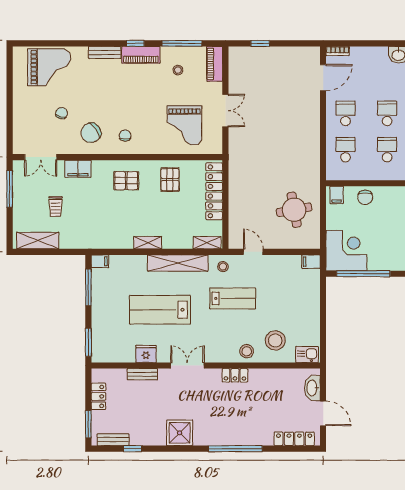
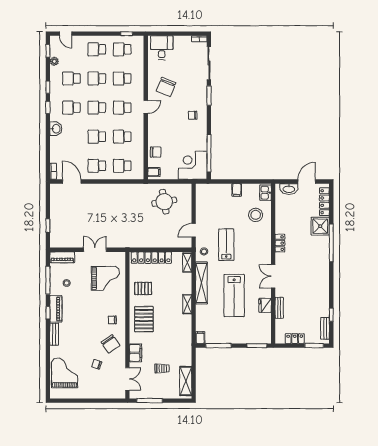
pallet: (126, 181) -> (144, 319), width x1.50, depth x1.42
filing cabinet: (311, 262) -> (237, 190), moved
stool: (247, 351) -> (263, 235), removed
shower: (180, 433) -> (320, 226), moved

